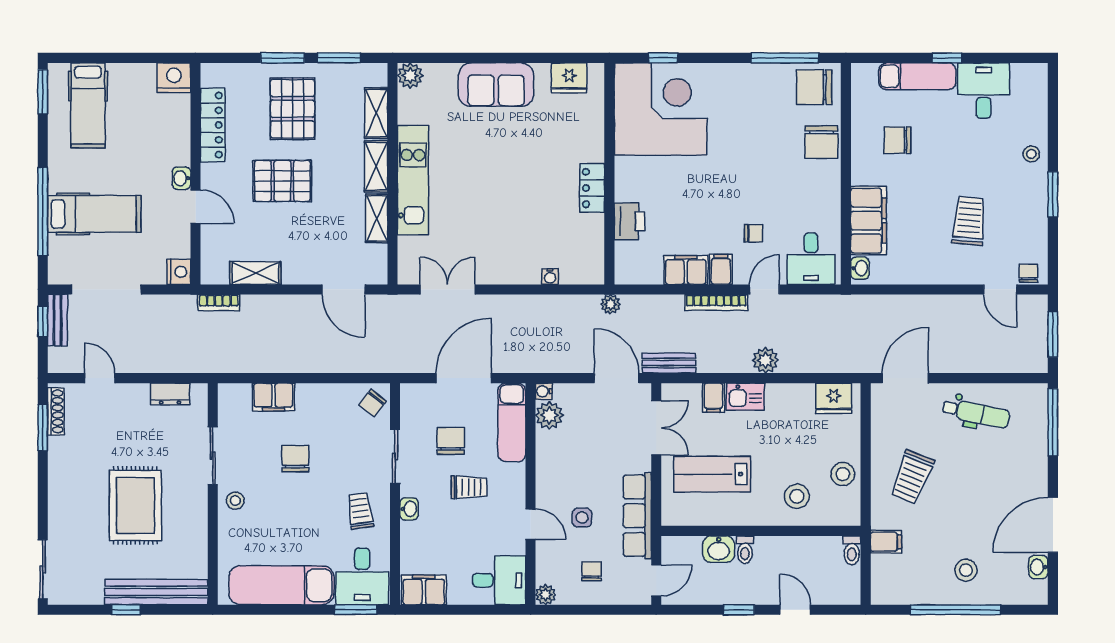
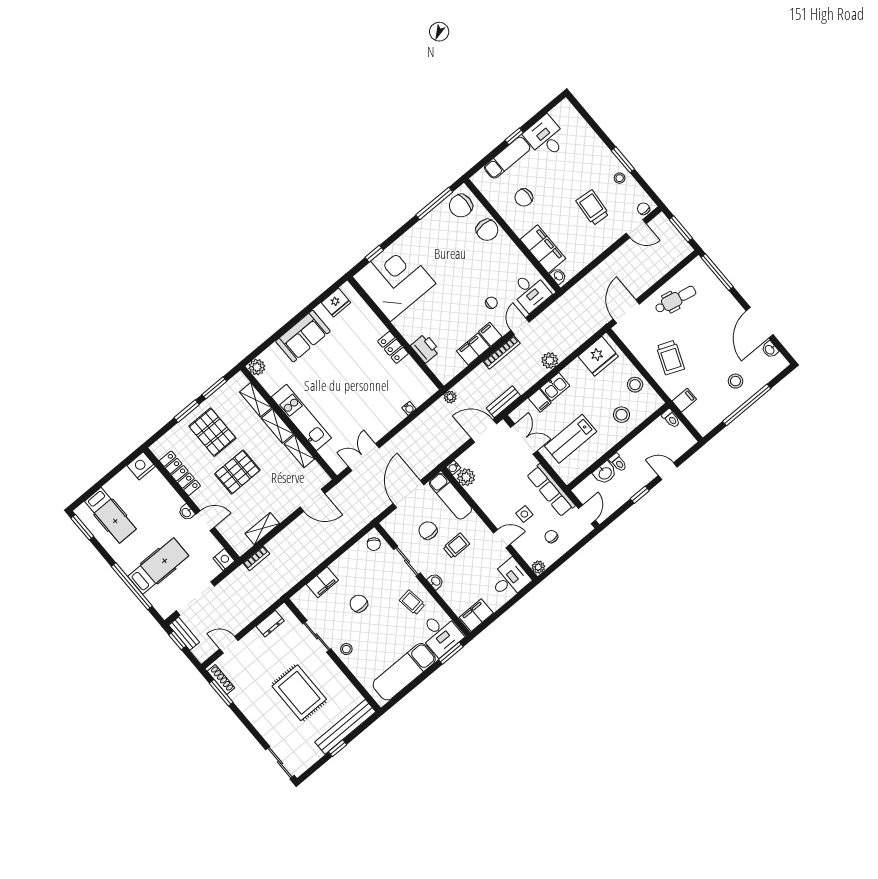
stool: (1031, 154) -> (620, 178), moved
fridge: (834, 398) -> (598, 356), width x1.36, depth x1.34

